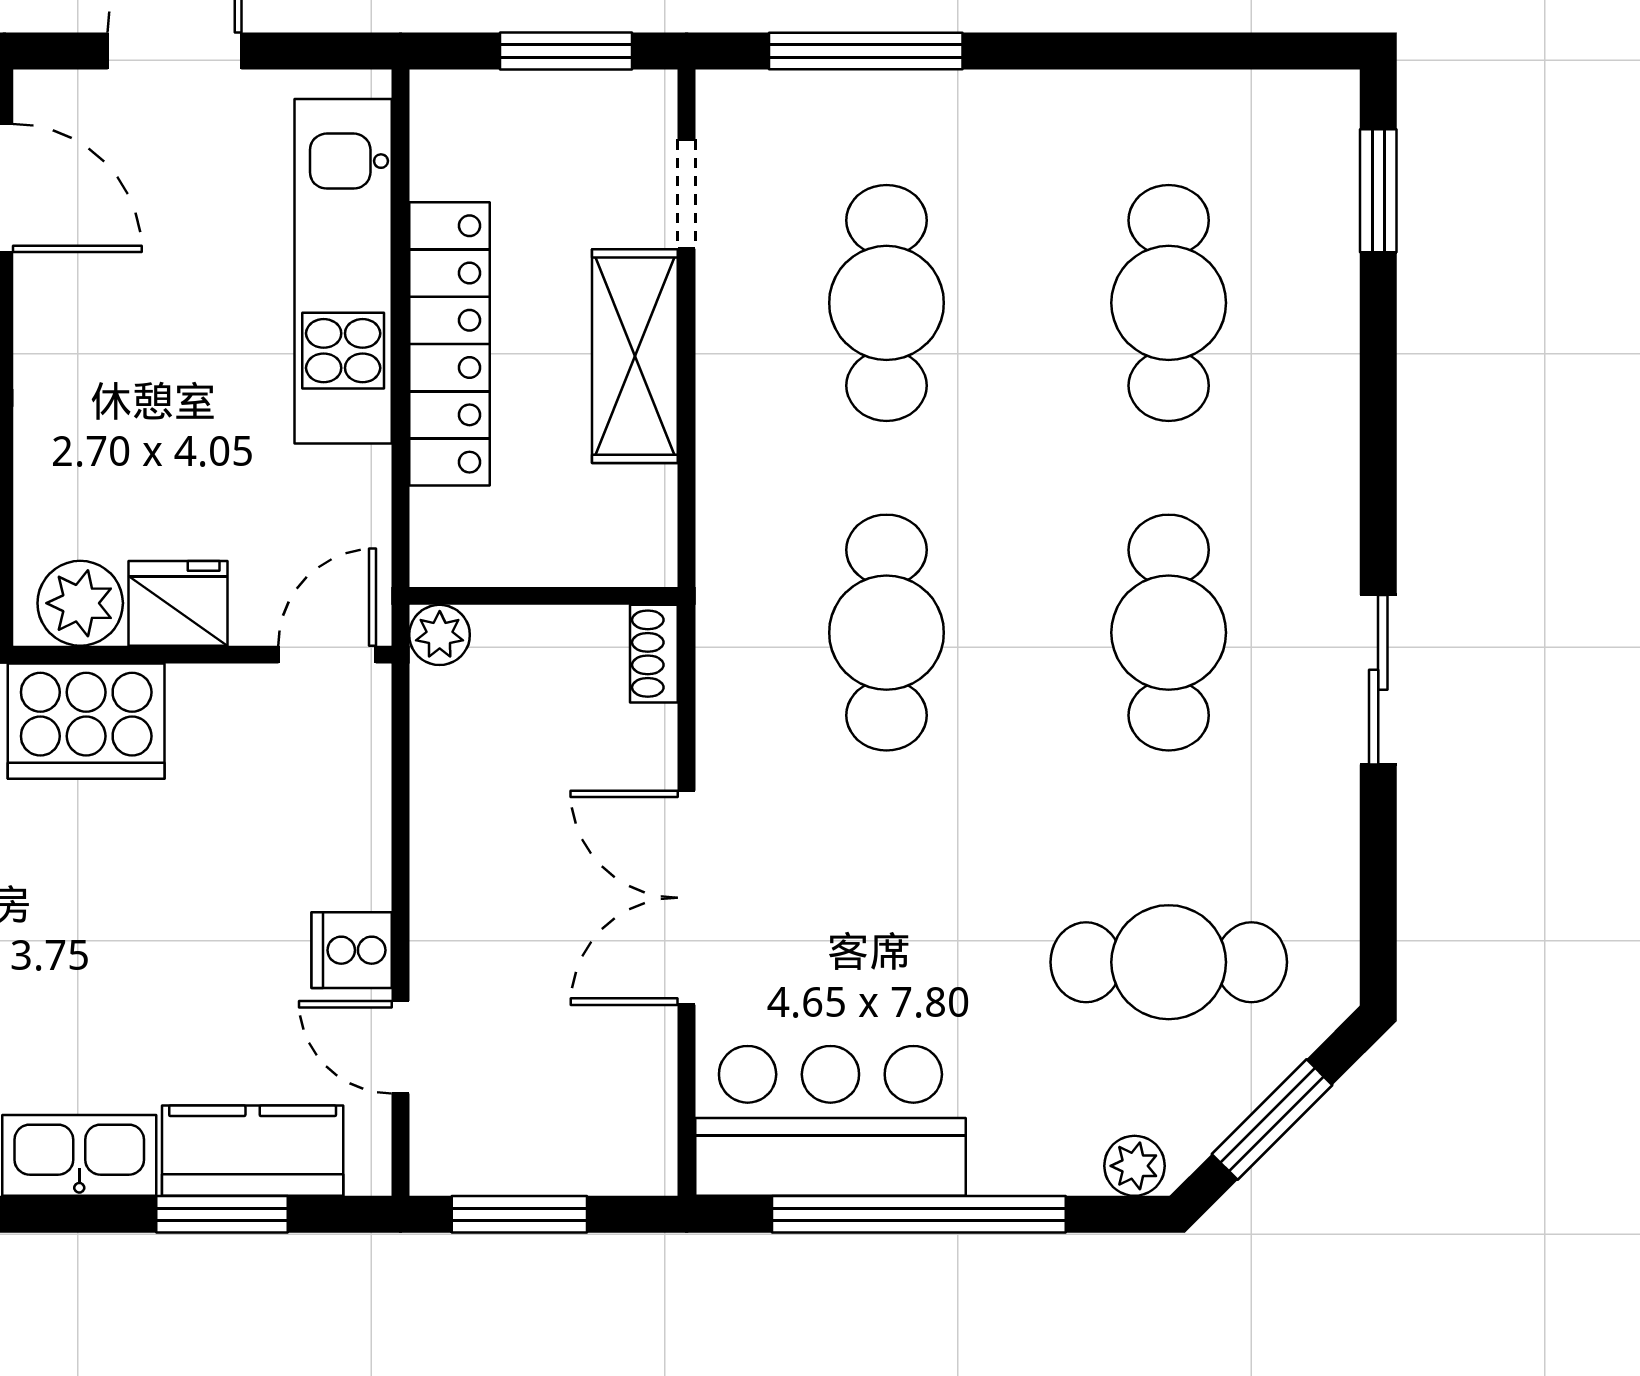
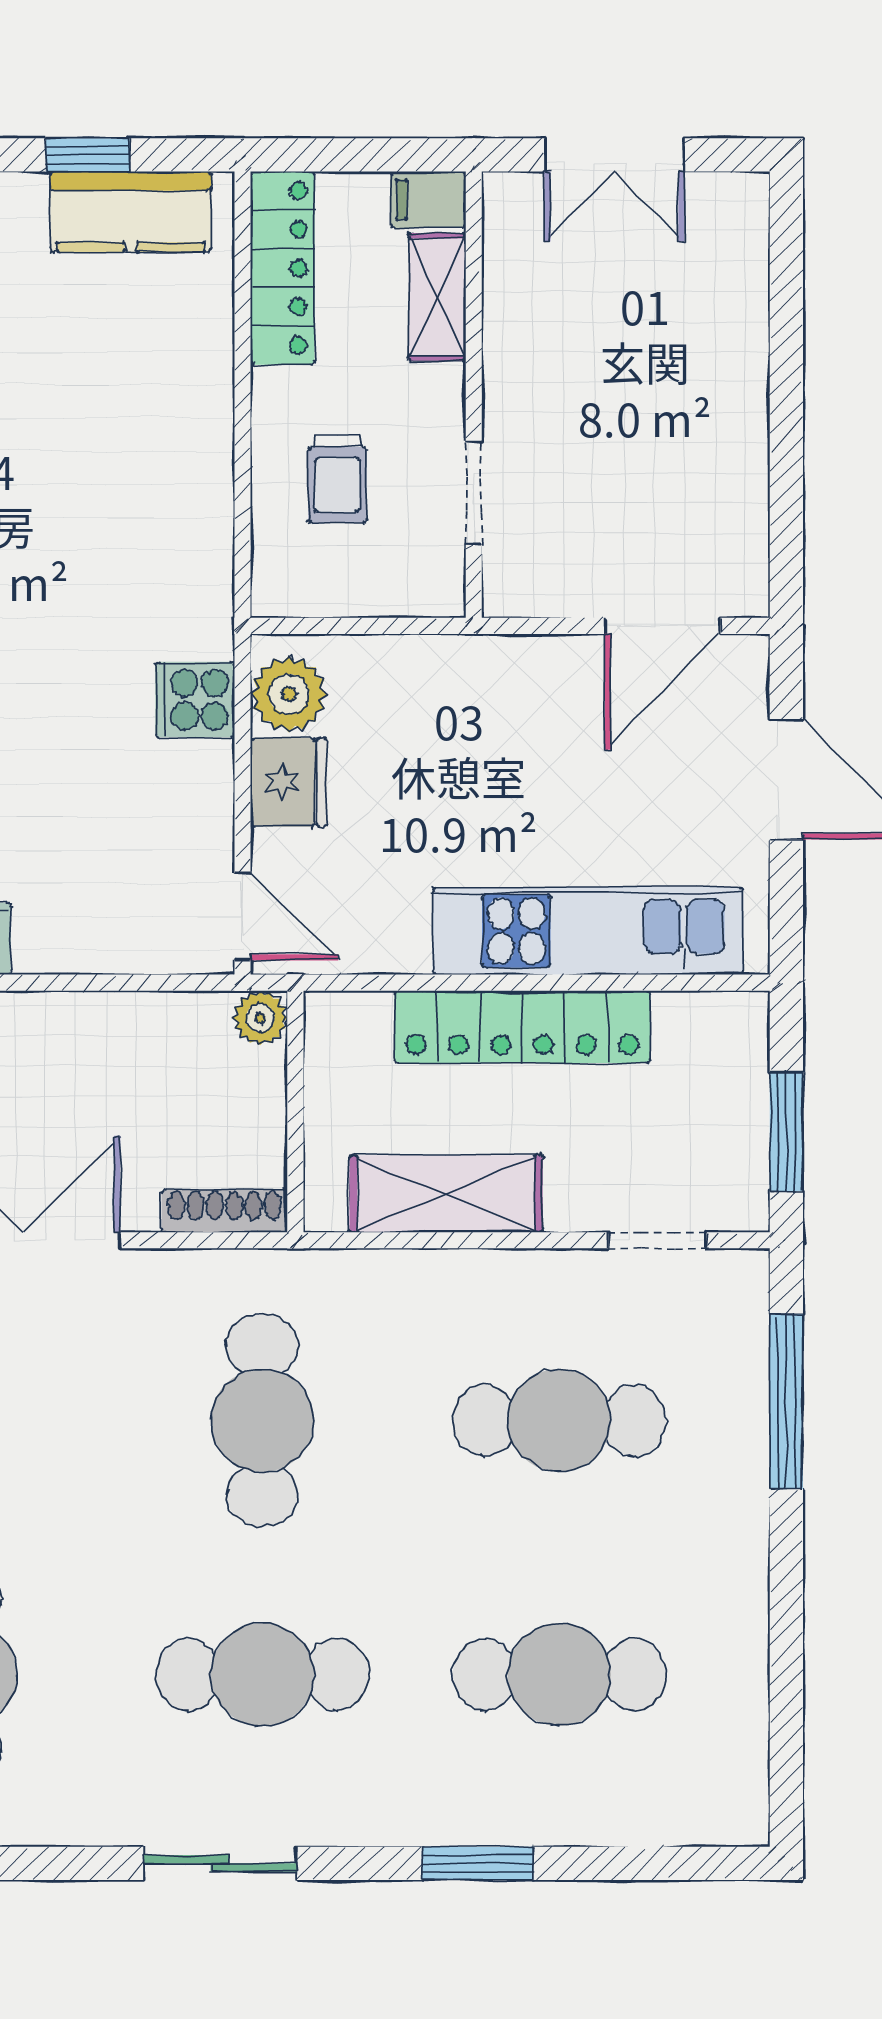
window: (1378, 191) -> (478, 1863), moved
shelving: (635, 356) -> (446, 1194), moved
cafe table: (886, 633) -> (262, 1420), turned 90
shoe rack: (654, 654) -> (225, 1211), width x1.43
cooker: (86, 721) -> (195, 700), width x0.53, depth x0.76

